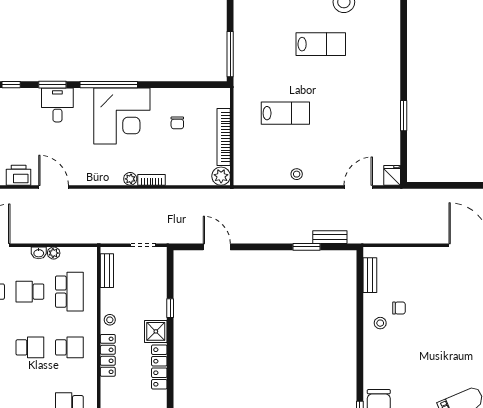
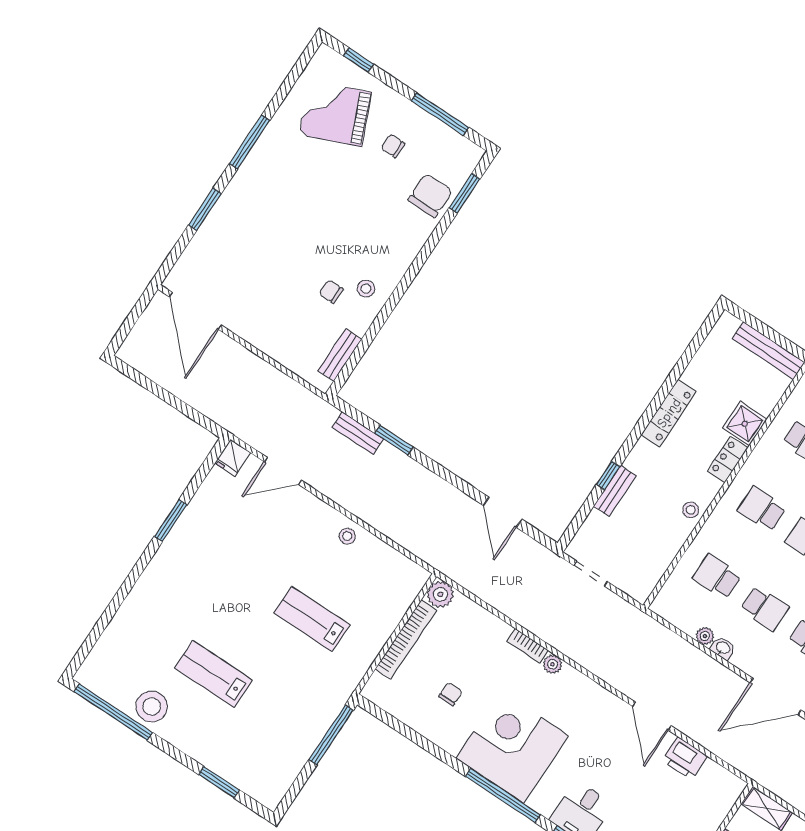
bench: (107, 271) -> (615, 491), moved
school desk: (69, 292) -> (717, 577), width x0.54
shower: (156, 331) -> (745, 424), moved
locker: (108, 355) -> (728, 459), width x0.66

